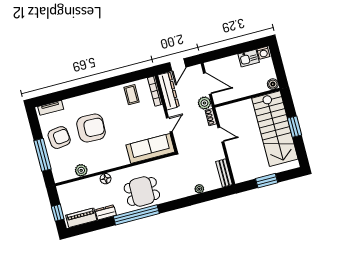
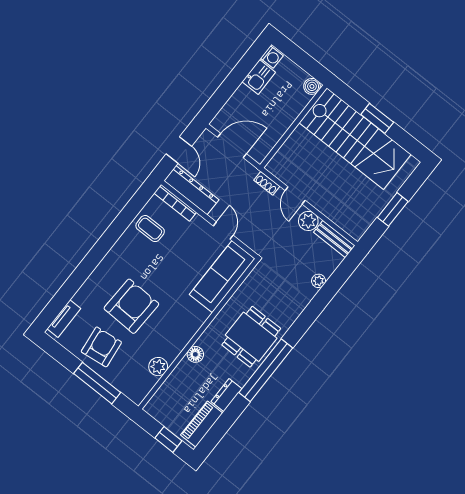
plant: (204, 103) -> (308, 221), moved
door: (221, 135) -> (295, 195), swing flipped

